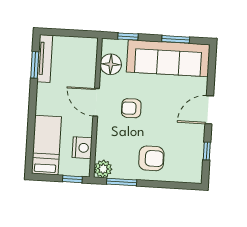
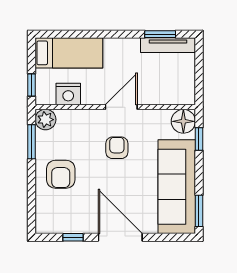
window: (176, 39) -> (199, 211), moved
floor lamp: (111, 64) -> (183, 121), moved
door: (209, 110) -> (120, 237), width x1.36

